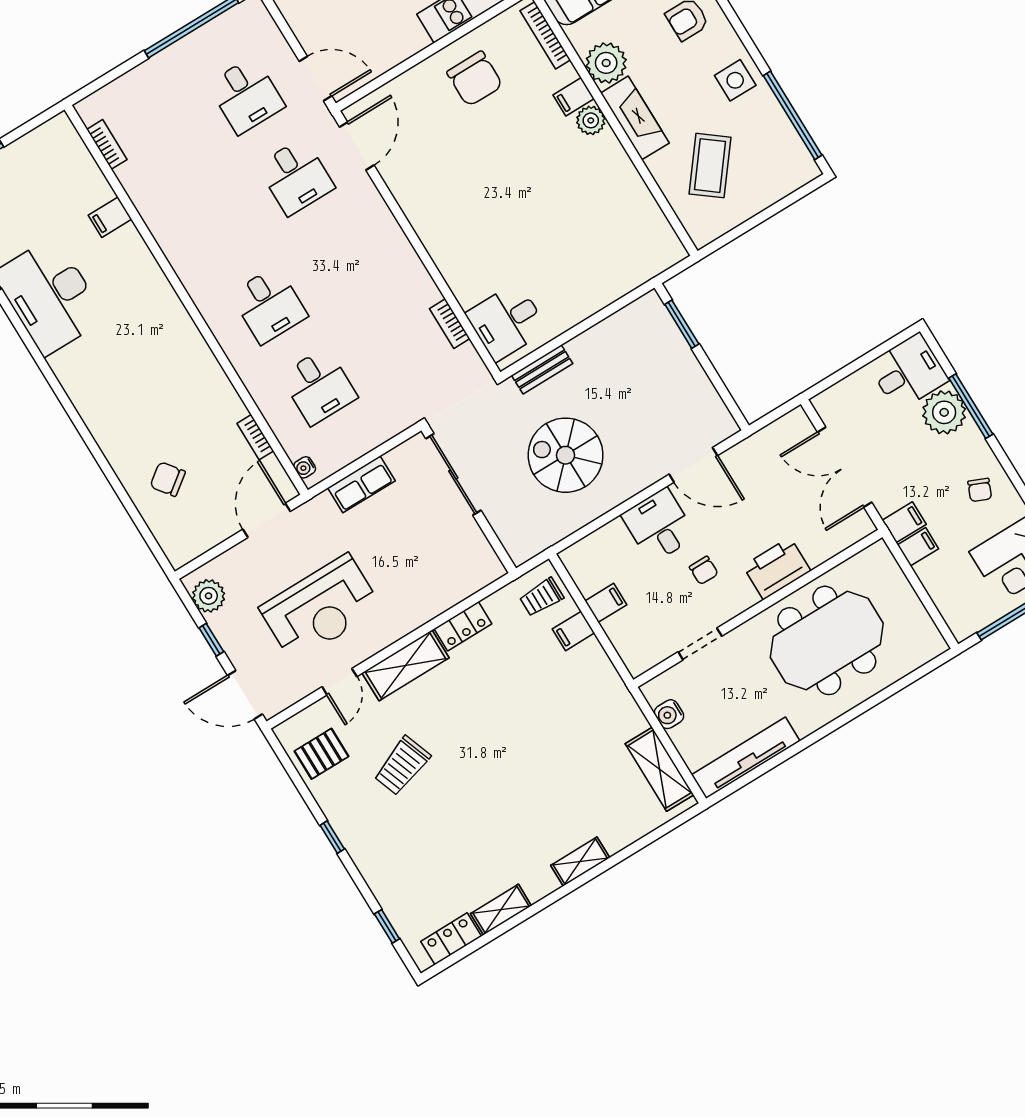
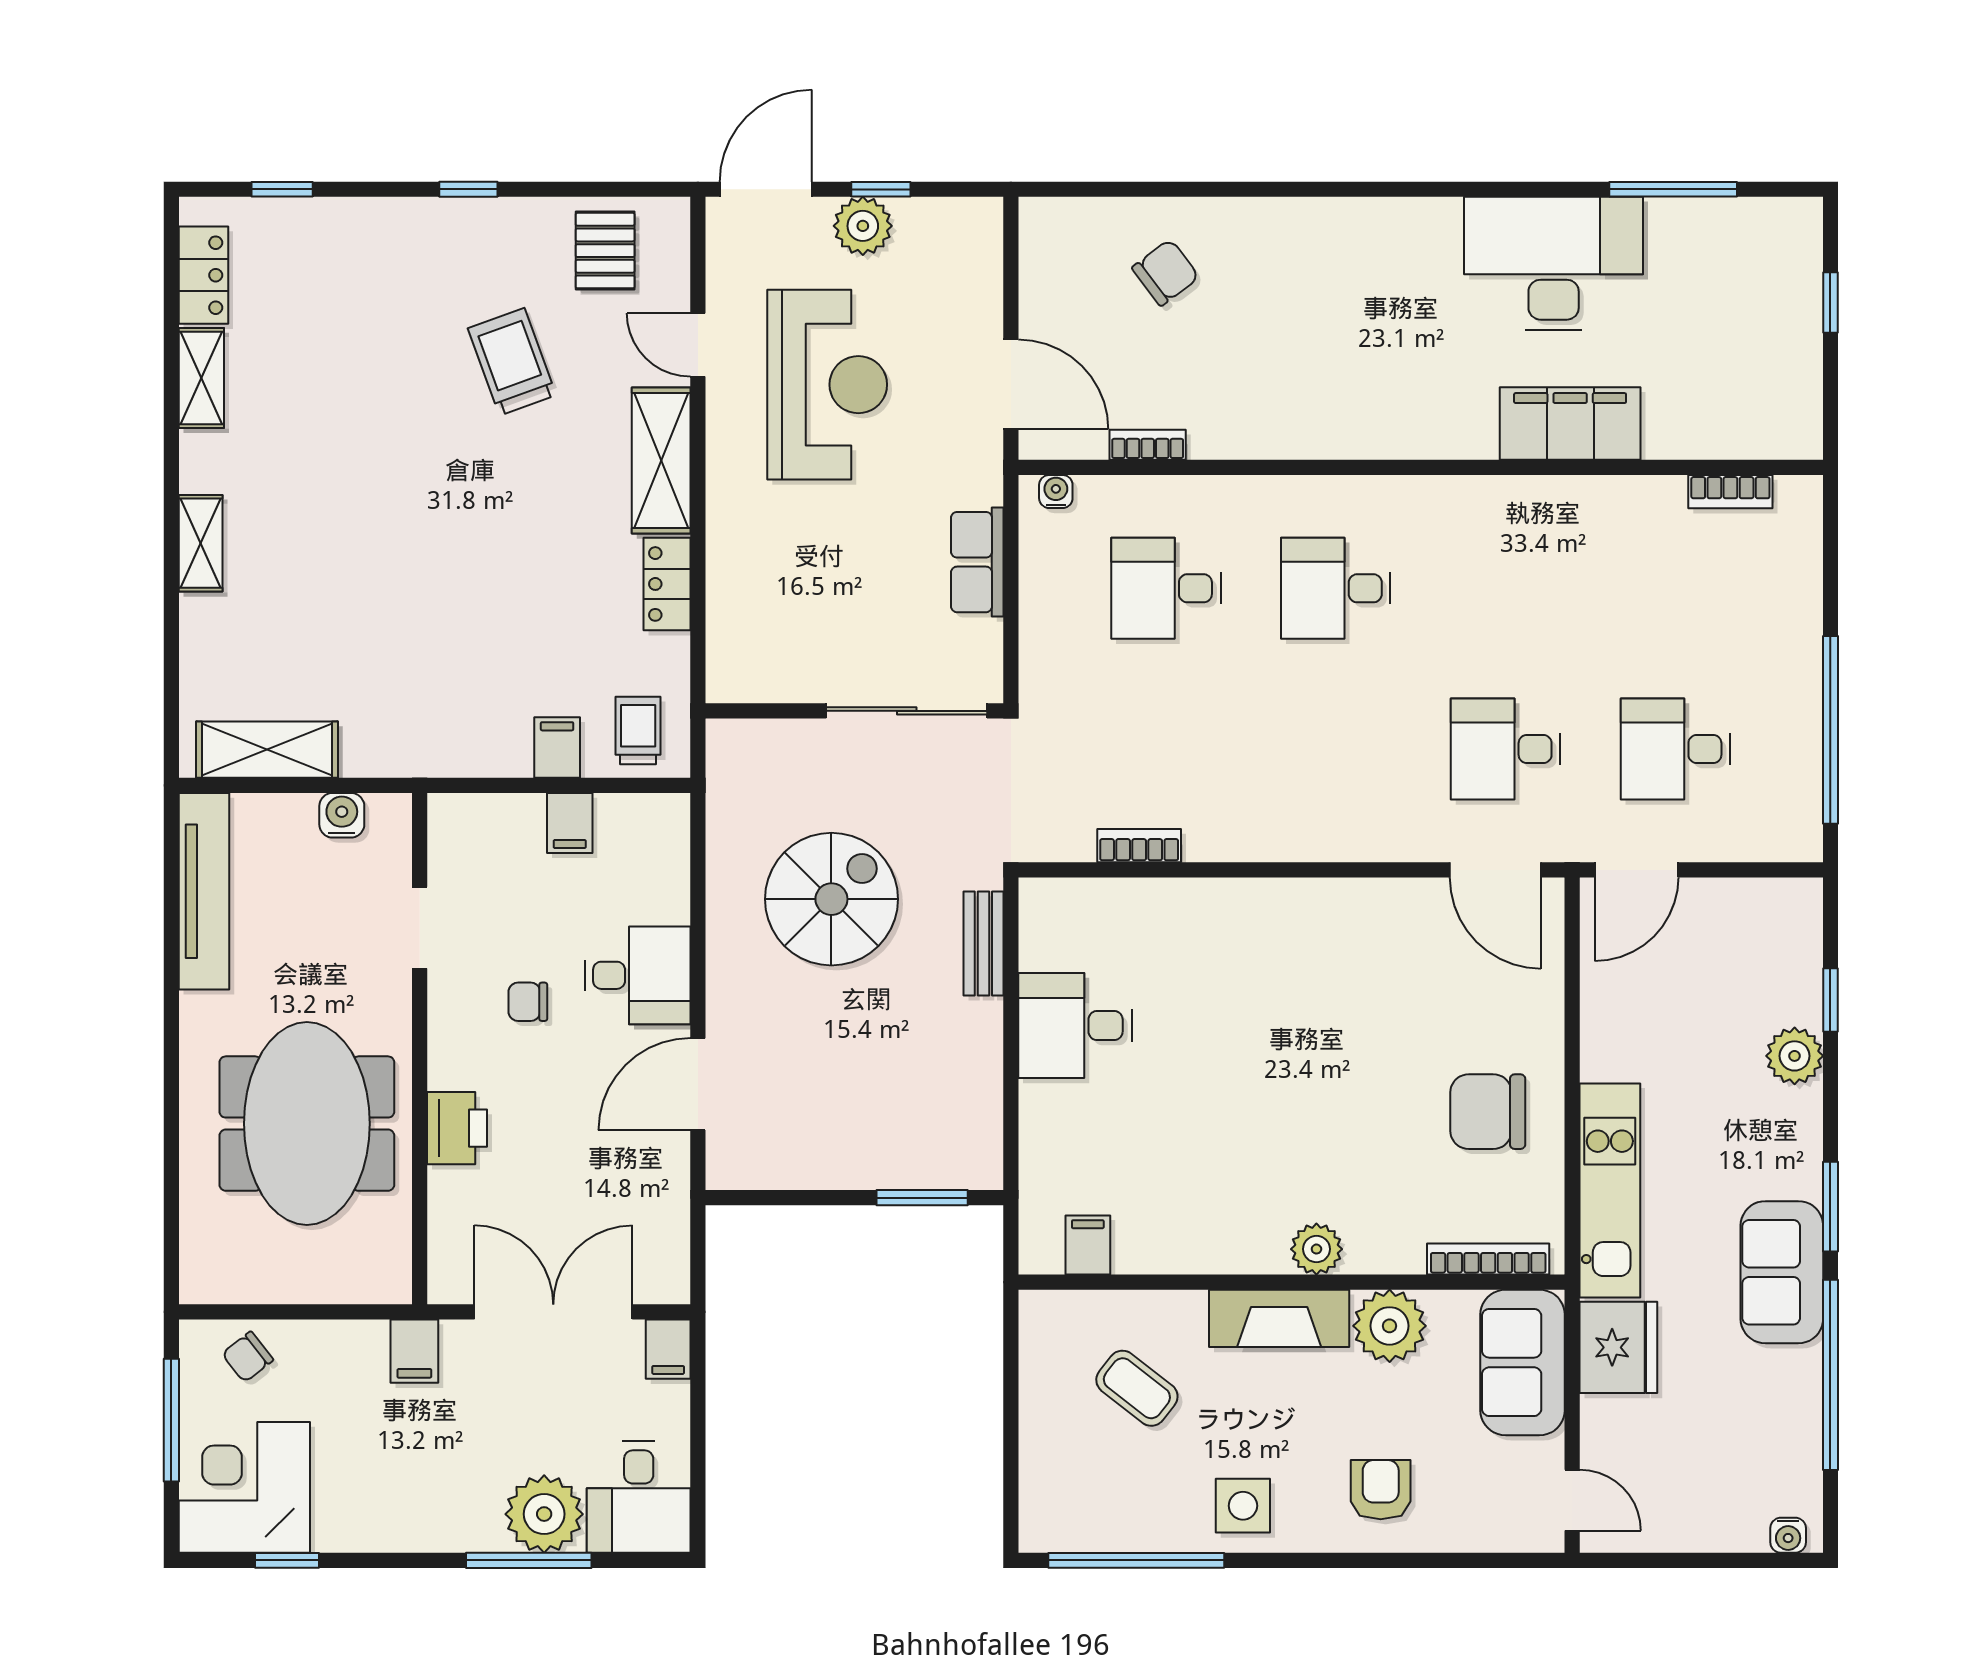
filing cabinet: (574, 97) -> (1088, 1245), moved
coffee table: (710, 166) -> (1137, 1388), width x0.73, depth x0.77
filing cabinet: (110, 217) -> (1570, 424), width x3.00, depth x1.17
desk: (507, 322) -> (1075, 1026), moved, turned -90
chair: (980, 490) -> (248, 1357), moved, turned -61
filing cabinet: (918, 547) -> (668, 1349), moved
printer: (777, 568) -> (457, 1128), width x0.73, depth x0.84
plant: (209, 596) -> (863, 226), moved
reception desk: (321, 608) -> (827, 385), turned 180

